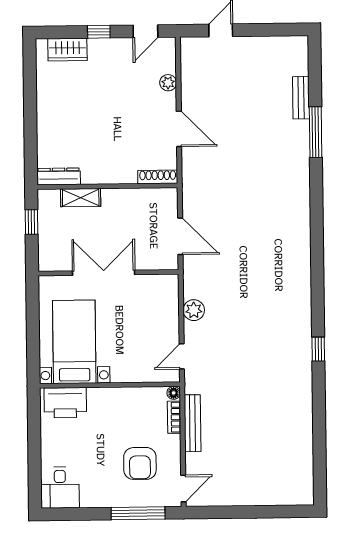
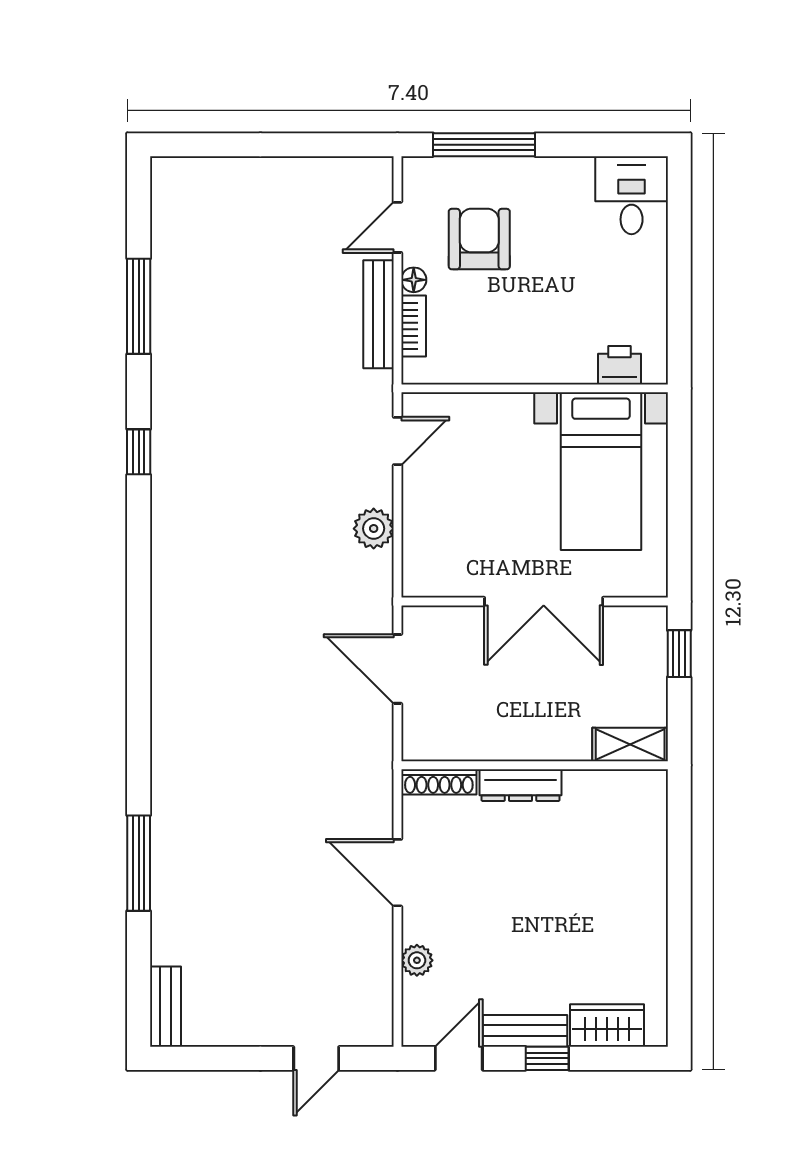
bench: (111, 46) -> (525, 1031), added
bench: (301, 98) -> (165, 1007), moved
dresser: (59, 176) -> (521, 785), moved
shelving: (81, 198) -> (630, 744), moved
window: (32, 222) -> (679, 654), moved
floor lamp: (174, 393) -> (414, 280), moved
printer: (65, 403) -> (619, 365), width x0.53, depth x0.68
window: (319, 426) -> (139, 306), added
door: (183, 489) -> (397, 227), moved

